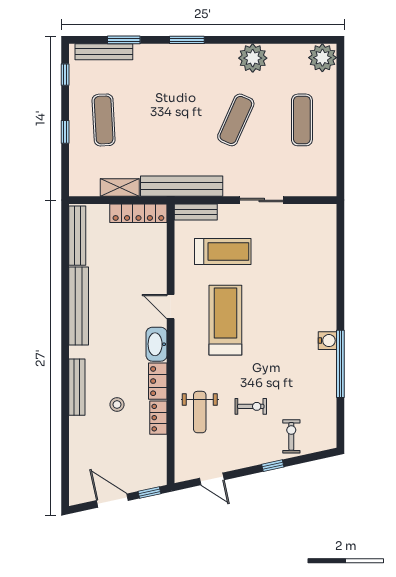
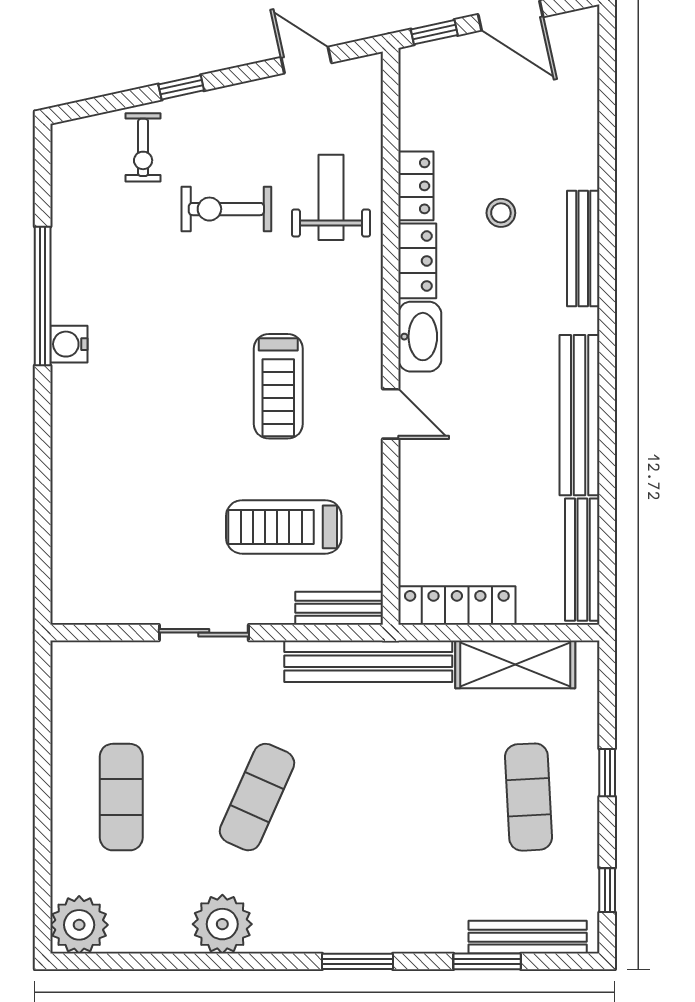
shelving: (120, 187) -> (515, 664), width x1.50, depth x1.33
treadmill: (225, 320) -> (278, 386), width x0.73, depth x0.73
exercise bike: (251, 406) -> (226, 209), width x1.38, depth x1.39

